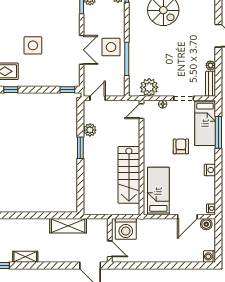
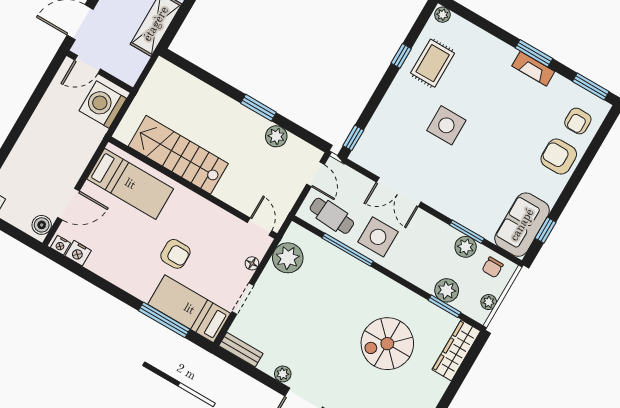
plant: (210, 65) -> (283, 374), moved
cafe table: (114, 77) -> (332, 216), added
nightstand: (210, 170) -> (78, 253), moved
door: (187, 217) -> (68, 204), swing flipped

